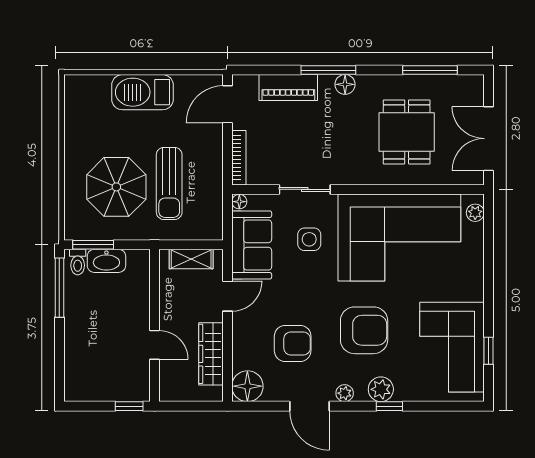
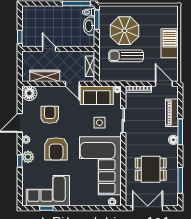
armchair: (293, 343) -> (50, 115), turned 180
door: (155, 345) -> (49, 49), swing flipped

